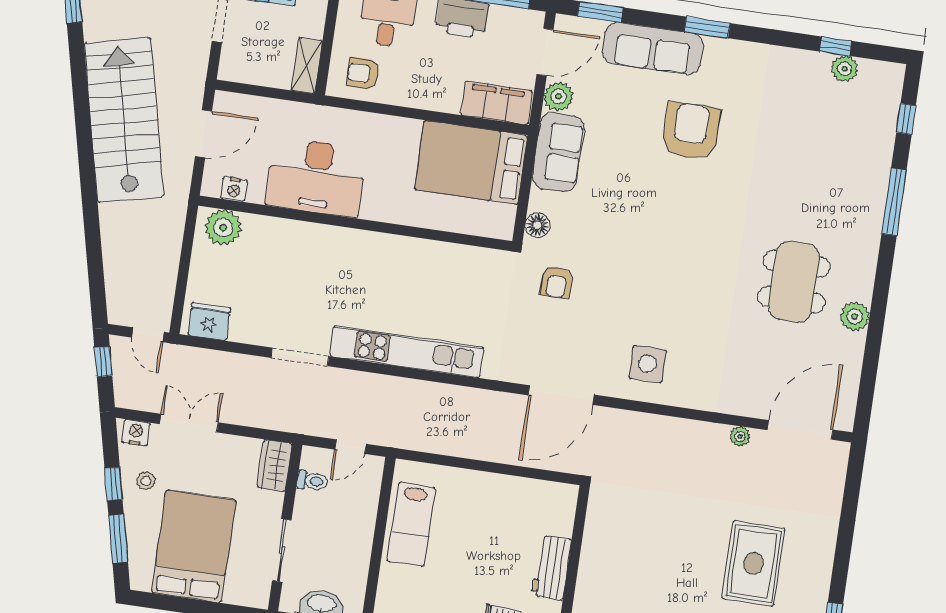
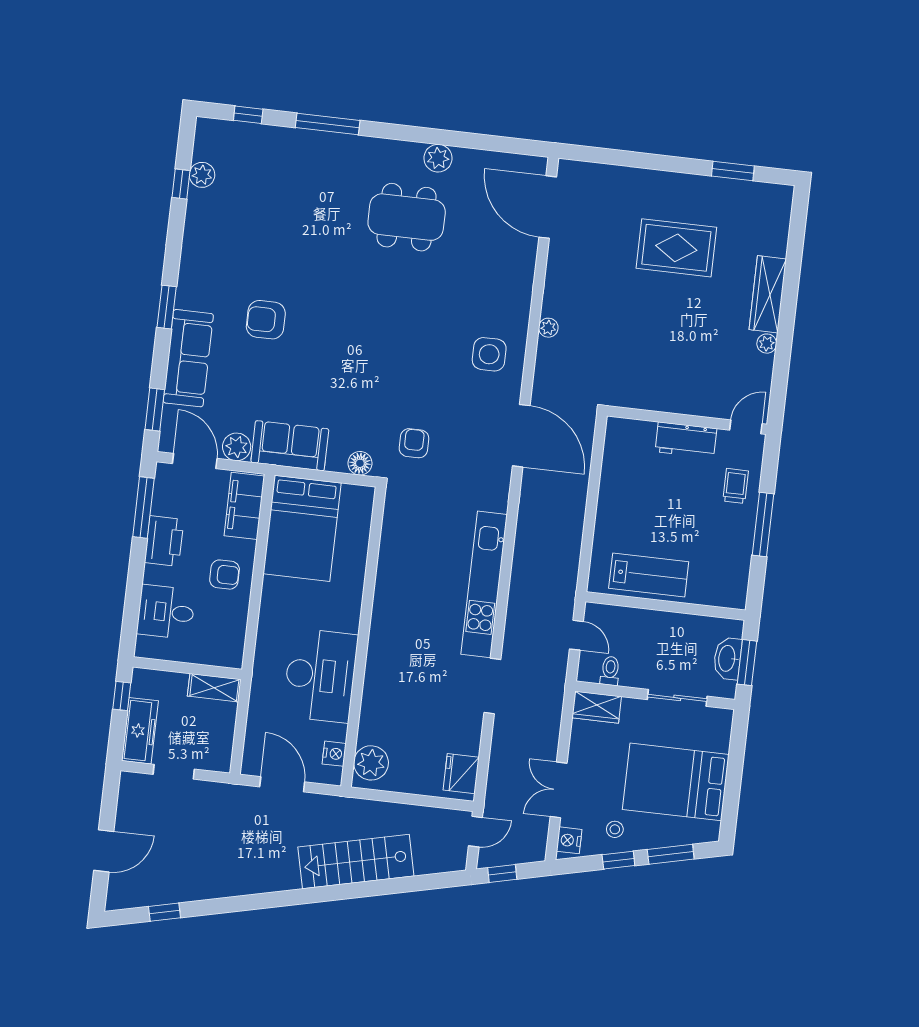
armchair: (363, 74) -> (225, 575), moved, turned -90
stairs: (124, 120) -> (356, 862), moved, width x0.73, depth x0.66
armchair: (691, 131) -> (266, 320), width x0.73, depth x0.73
armchair: (557, 282) -> (414, 443), turned -90
plant: (740, 436) -> (548, 328), moved

